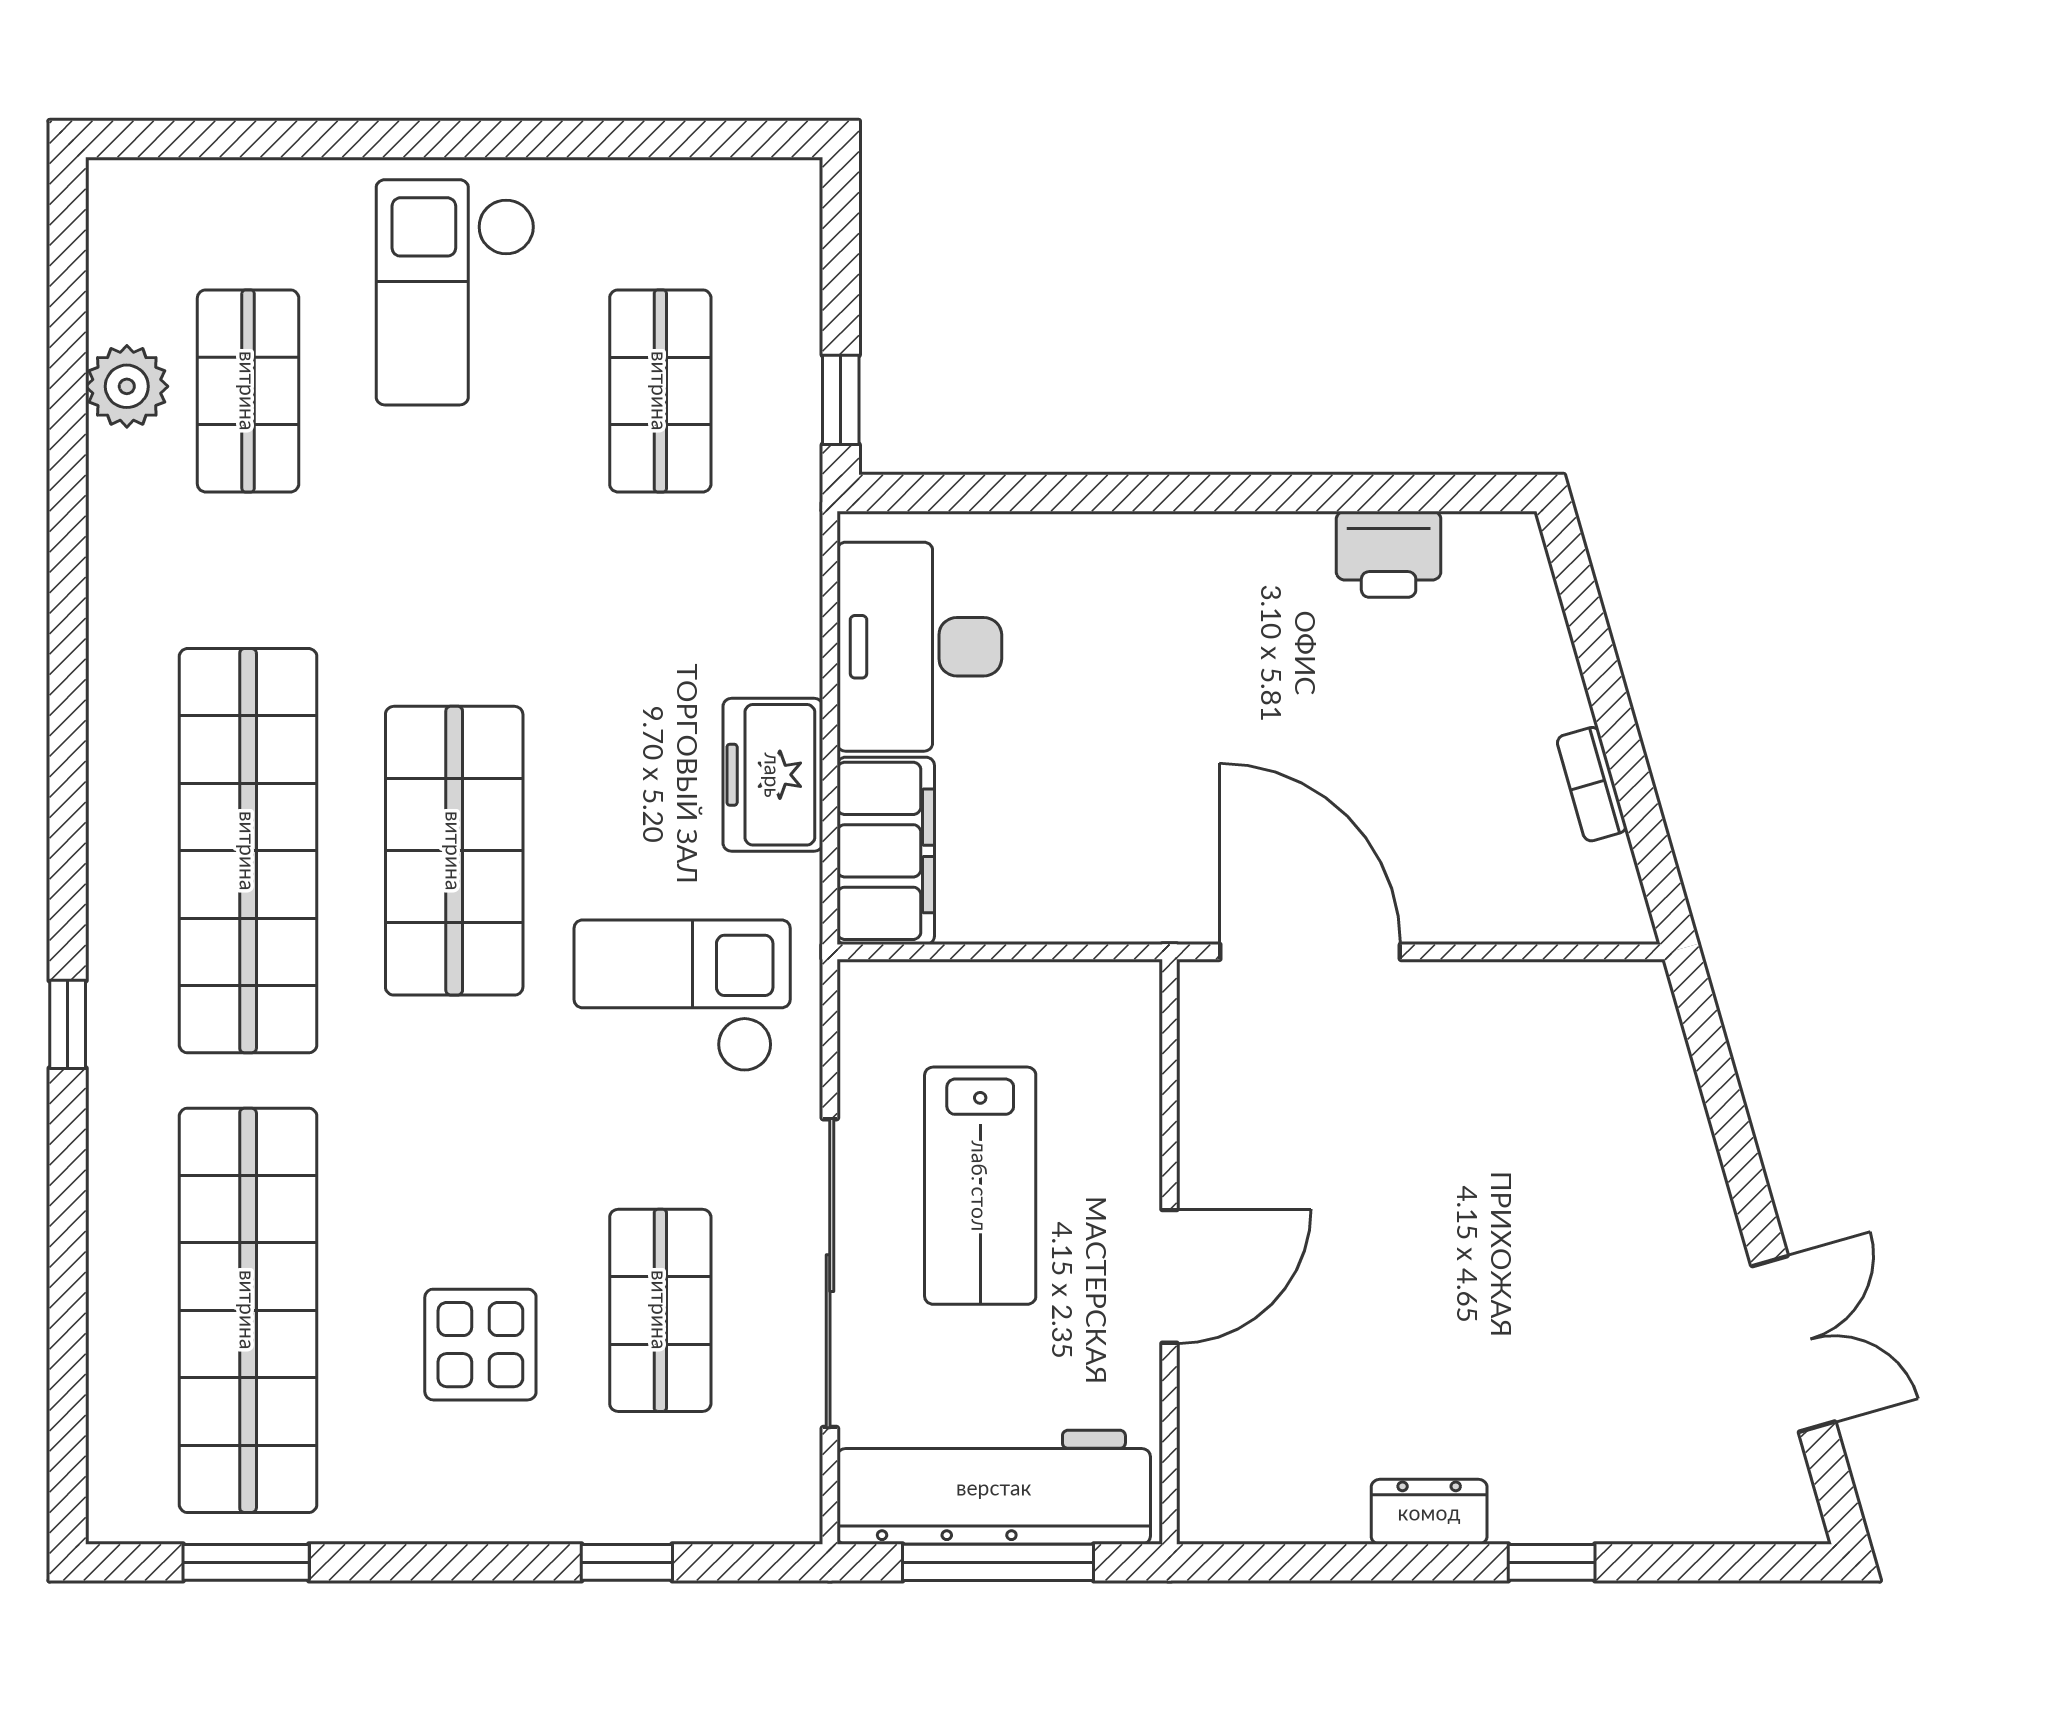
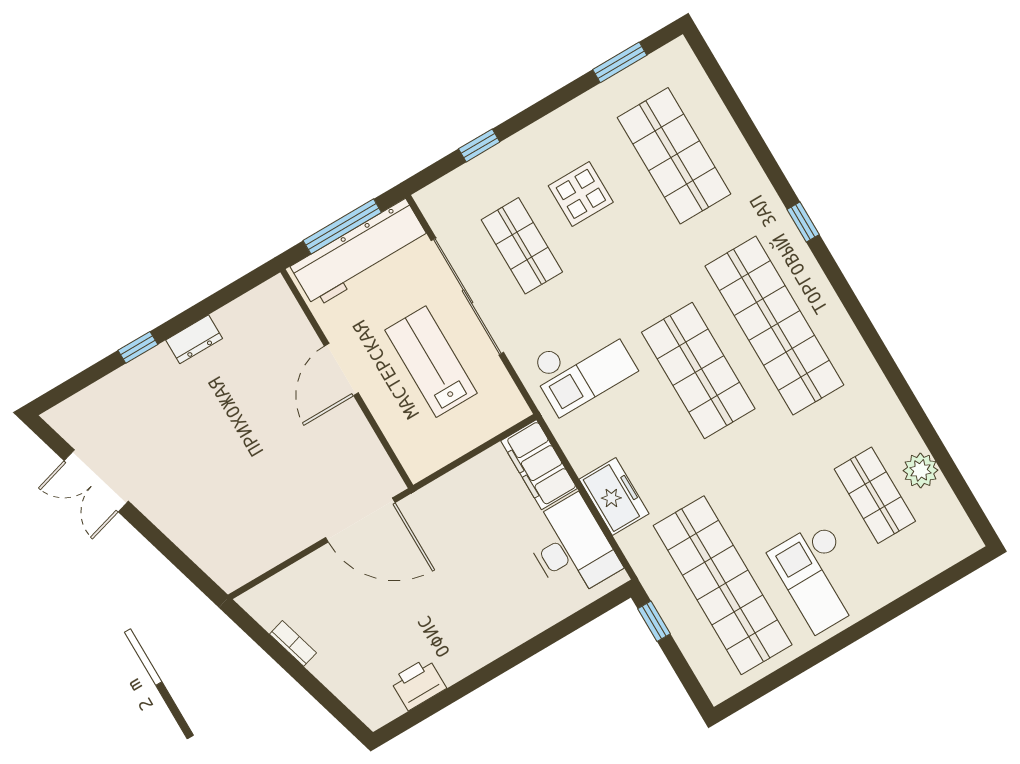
checkout: (456, 292) -> (820, 577), turned 180
shop shelf: (660, 391) -> (723, 585), width x2.00, depth x1.36
freezer: (773, 775) -> (614, 496), moved
shop shelf: (248, 1310) -> (674, 156), width x0.71

